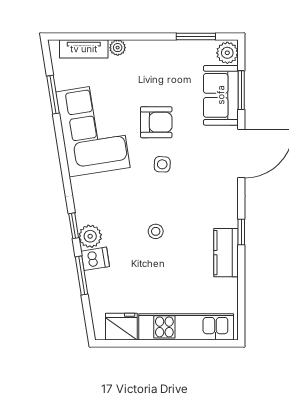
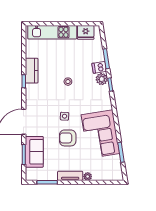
tv unit: (84, 49) -> (70, 176), moved
plant: (227, 53) -> (31, 174), removed

